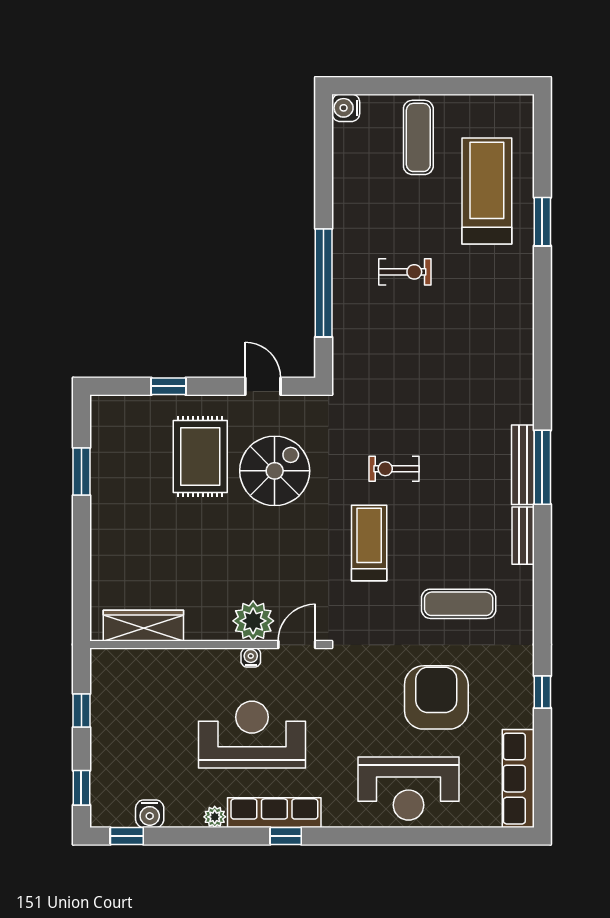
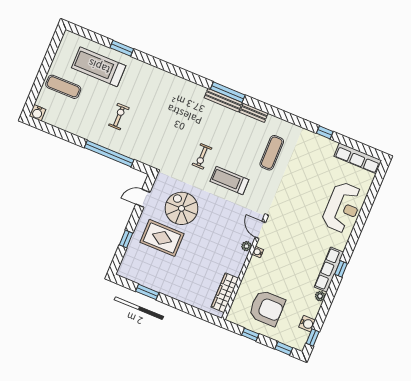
plant: (253, 621) -> (246, 246), width x0.53, depth x0.53
armchair: (436, 697) -> (267, 308), moved, turned 180
reception desk: (252, 735) -> (291, 265), removed

